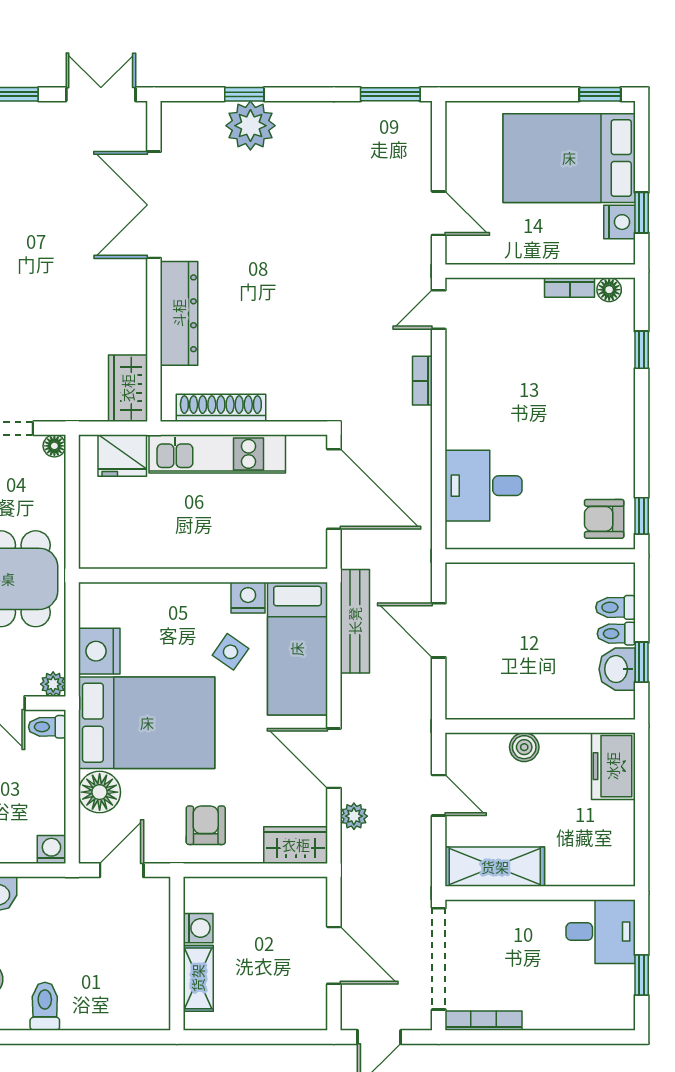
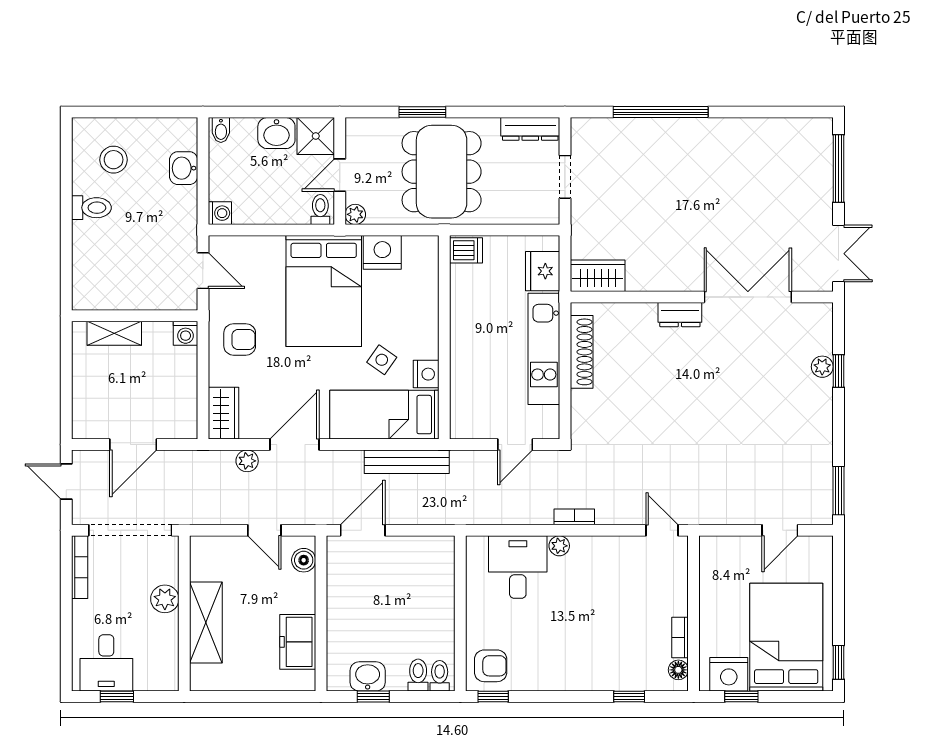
plant: (250, 126) -> (822, 367), width x0.53, depth x0.53
door: (439, 213) -> (780, 530), moved
nightstand: (620, 222) -> (729, 674), width x1.36, depth x1.33
dresser: (179, 313) -> (680, 315), width x0.51, depth x0.80
bookcase: (422, 381) -> (574, 517), moved
plant: (458, 435) -> (559, 546), added
floor lamp: (54, 446) -> (550, 216), removed
door: (334, 489) -> (515, 445), width x0.53
armchair: (604, 519) -> (491, 666), turned 90
dishwasher: (97, 549) -> (466, 250), added
door: (439, 630) -> (363, 530), moved
toilet: (616, 634) -> (440, 676), moved
boiler: (524, 747) -> (304, 560), moved
freezer: (613, 766) -> (298, 642), moved, turned -90
floor lamp: (100, 792) -> (267, 252), removed
door: (439, 795) -> (264, 530), hinge flipped
shelving: (495, 867) -> (206, 622), moved
plant: (522, 917) -> (165, 599), added
washing machine: (198, 928) -> (186, 333), moved
desk: (601, 932) -> (106, 663), moved

